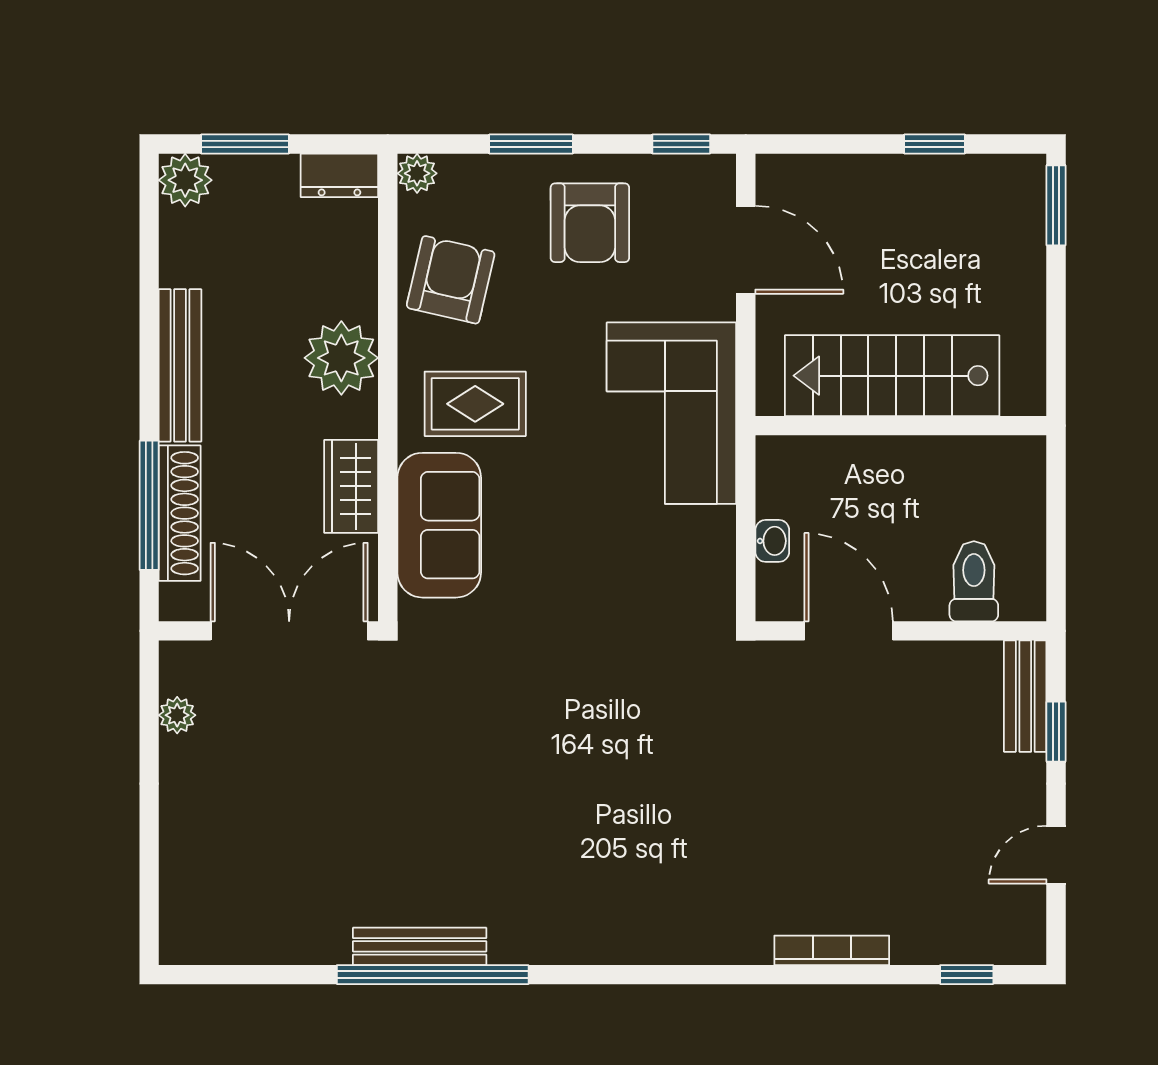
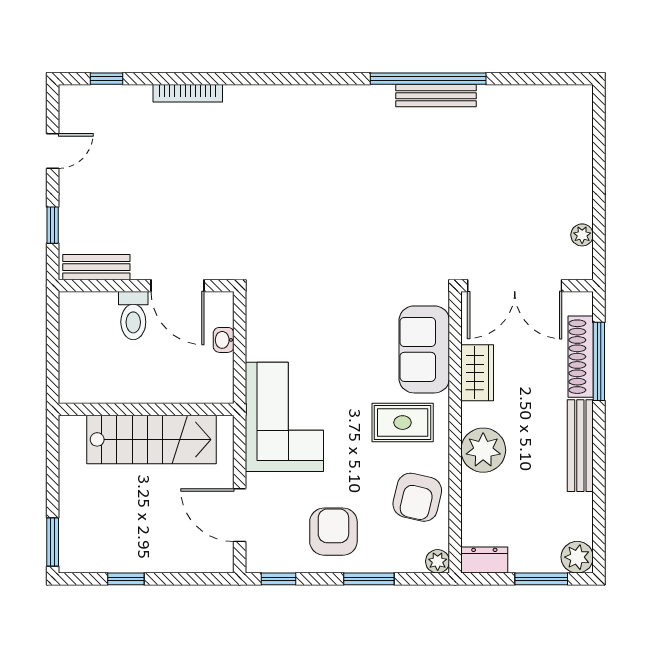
toilet: (974, 581) -> (133, 316), moved
bench: (1025, 696) -> (96, 267), moved, turned 90

